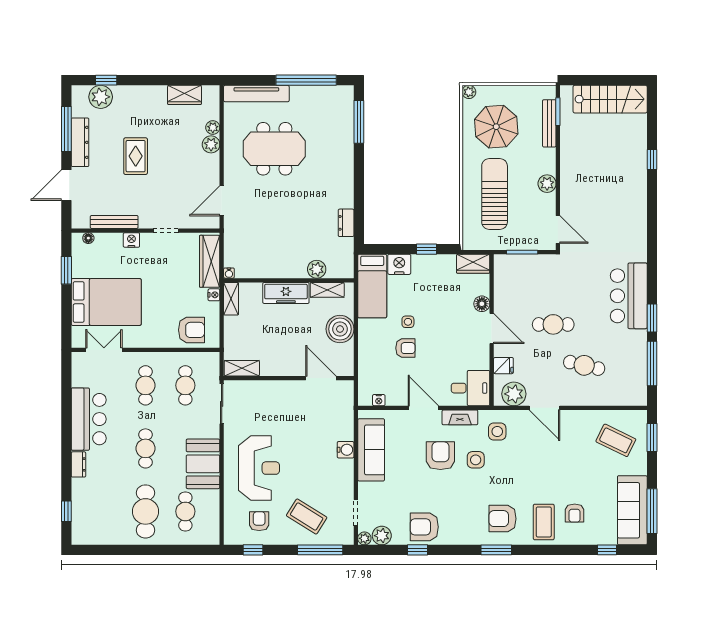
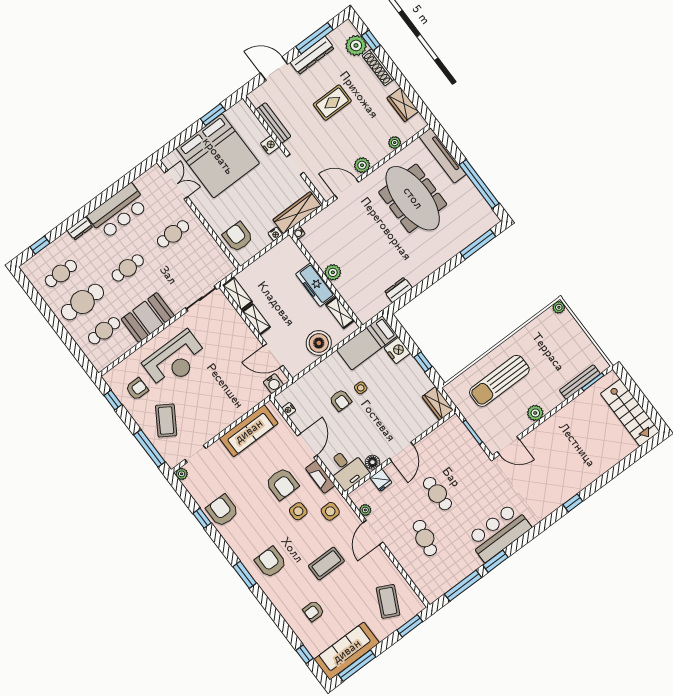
shoe rack: (135, 92) -> (378, 67), added
parasol: (496, 127) -> (549, 346), removed
plant: (211, 144) -> (362, 165), moved
meeting table: (274, 149) -> (413, 198), width x1.36
window: (652, 160) -> (573, 503), moved
sun lounger: (495, 194) -> (499, 381), turned 180
door: (558, 229) -> (508, 446), hinge flipped
floor lamp: (88, 238) -> (248, 113), removed
plant: (317, 269) -> (333, 272), moved
shelving: (231, 299) -> (256, 319), moved, turned 90
bed: (106, 302) -> (218, 156), width x1.36
floor lamp: (482, 304) -> (373, 462), moved
armchair: (191, 330) -> (238, 237), turned 180
door: (321, 378) -> (273, 356), swing flipped
cafe table: (185, 385) -> (61, 273), moved
plant: (514, 394) -> (365, 510), width x0.53, depth x0.53
water cooler: (346, 450) -> (273, 384), moved
armchair: (440, 456) -> (282, 484), turned 90
coffee table: (544, 522) -> (326, 564), moved
plant: (382, 536) -> (193, 485), removed

